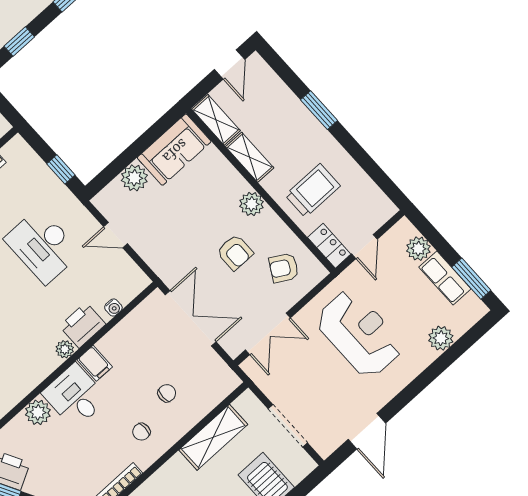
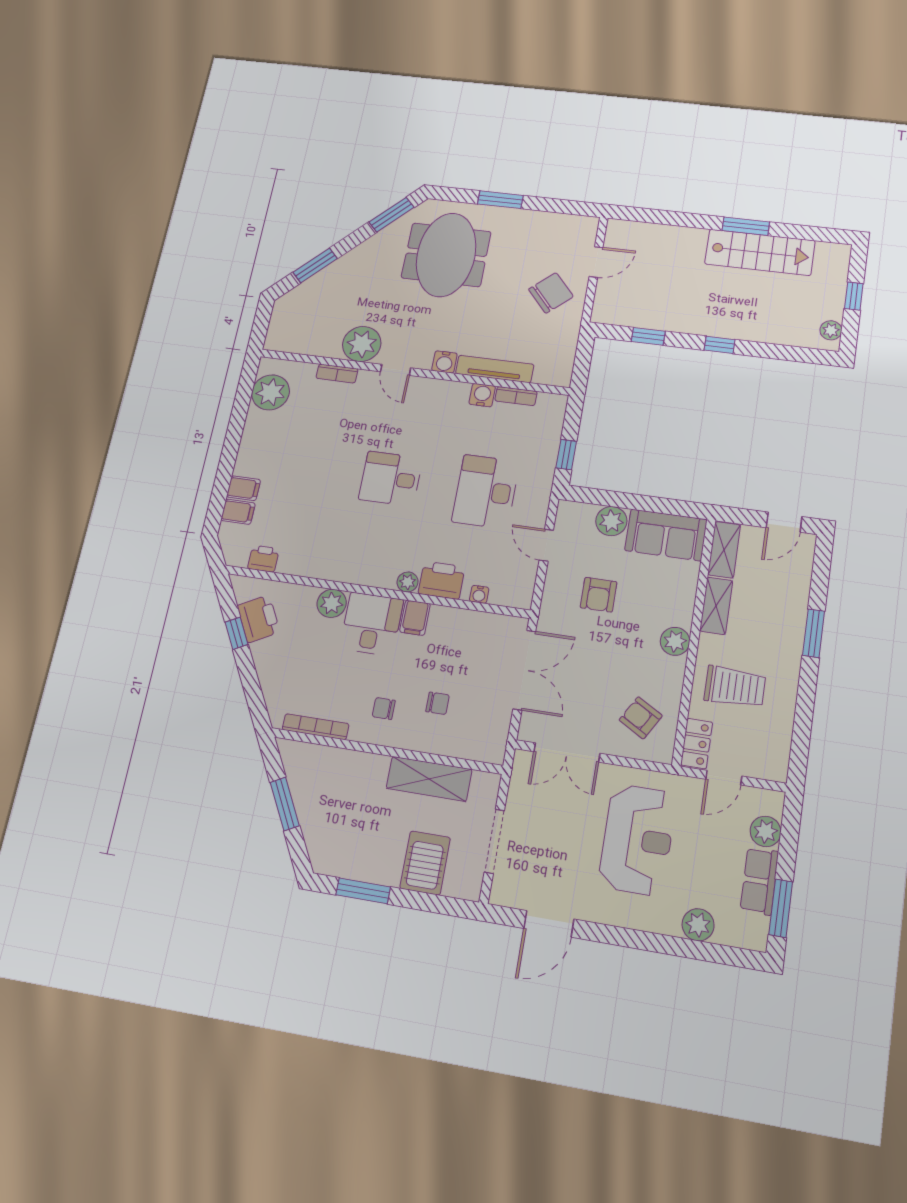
armchair: (235, 252) -> (599, 595), moved

